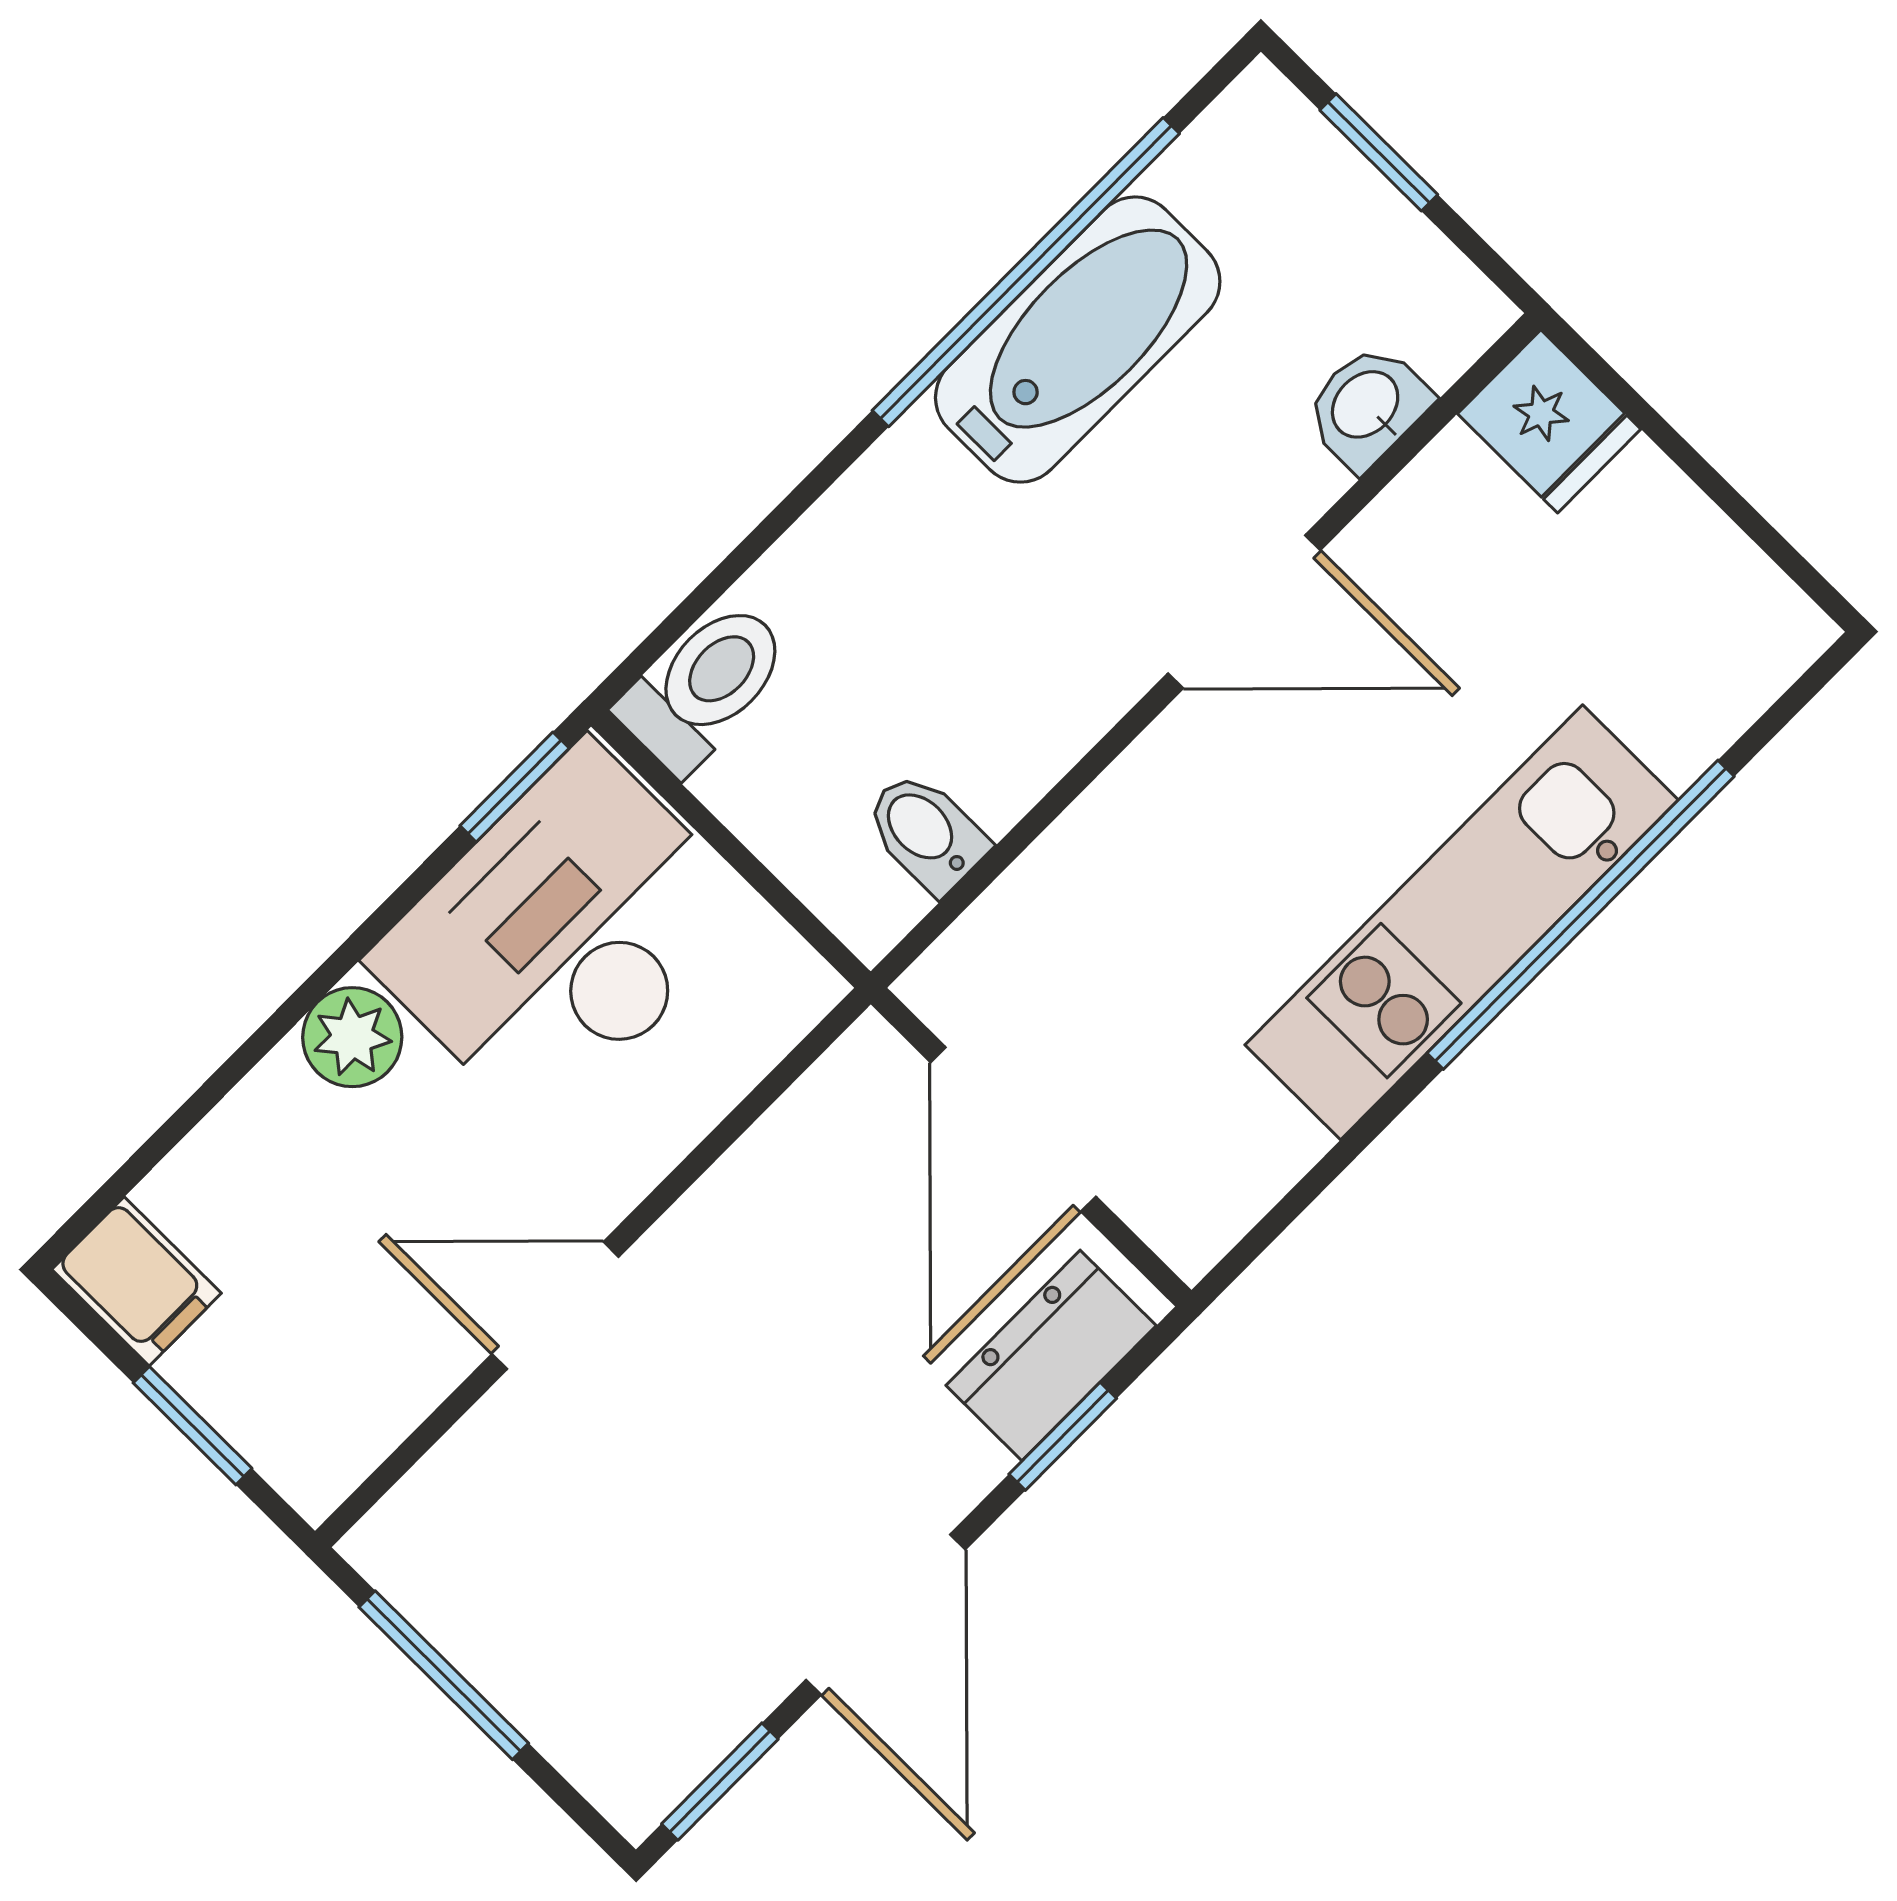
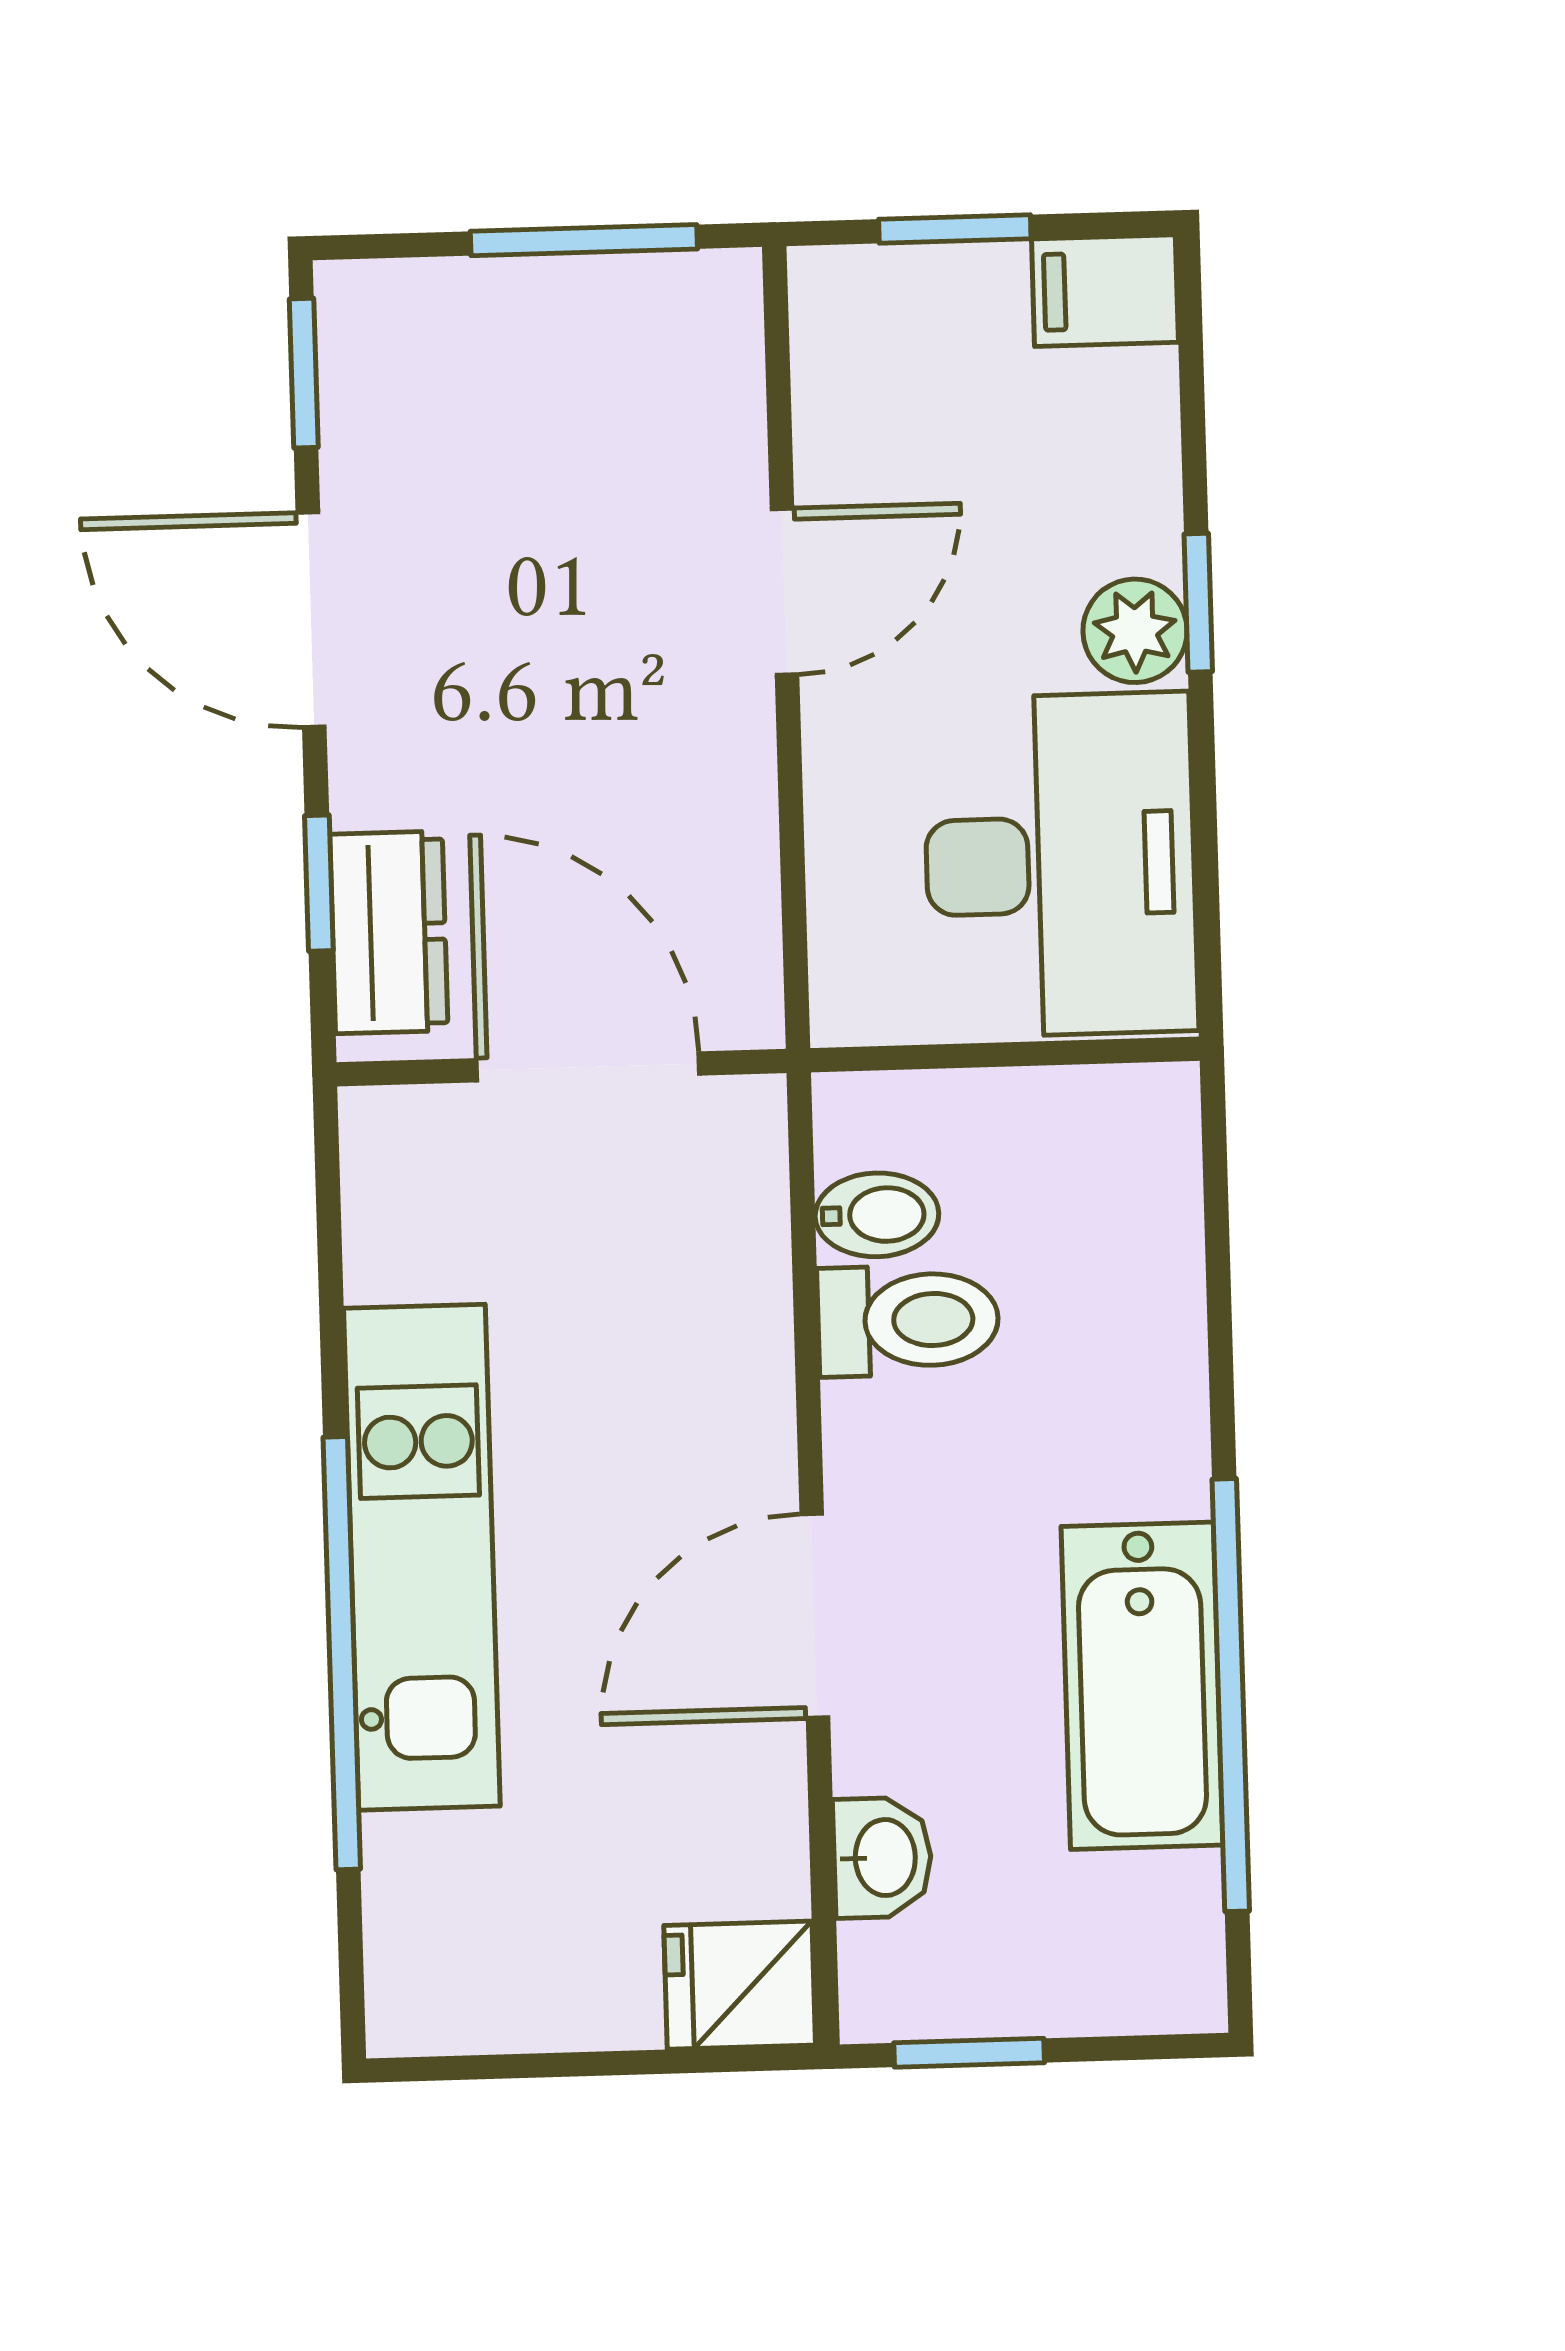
window: (1379, 152) -> (969, 2053), moved
toilet: (705, 686) -> (908, 1320), moved, turned -90
window: (515, 787) -> (1198, 603), moved

